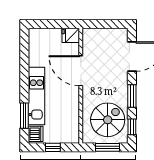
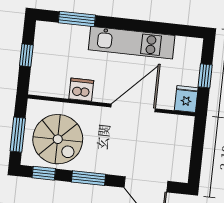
window: (54, 24) -> (205, 76), added
kitchen unit: (36, 96) -> (132, 43), moved
dishwasher: (36, 134) -> (81, 90), moved, turned 180

